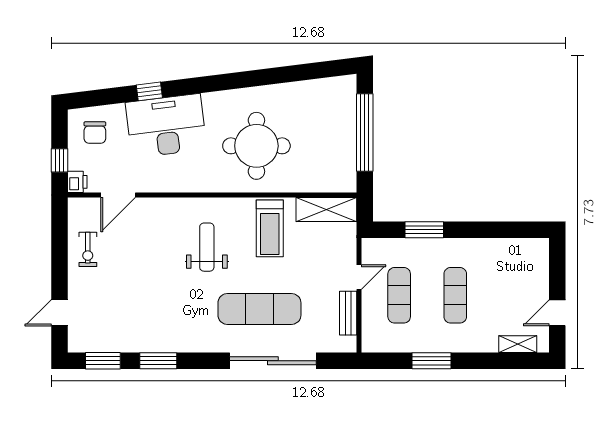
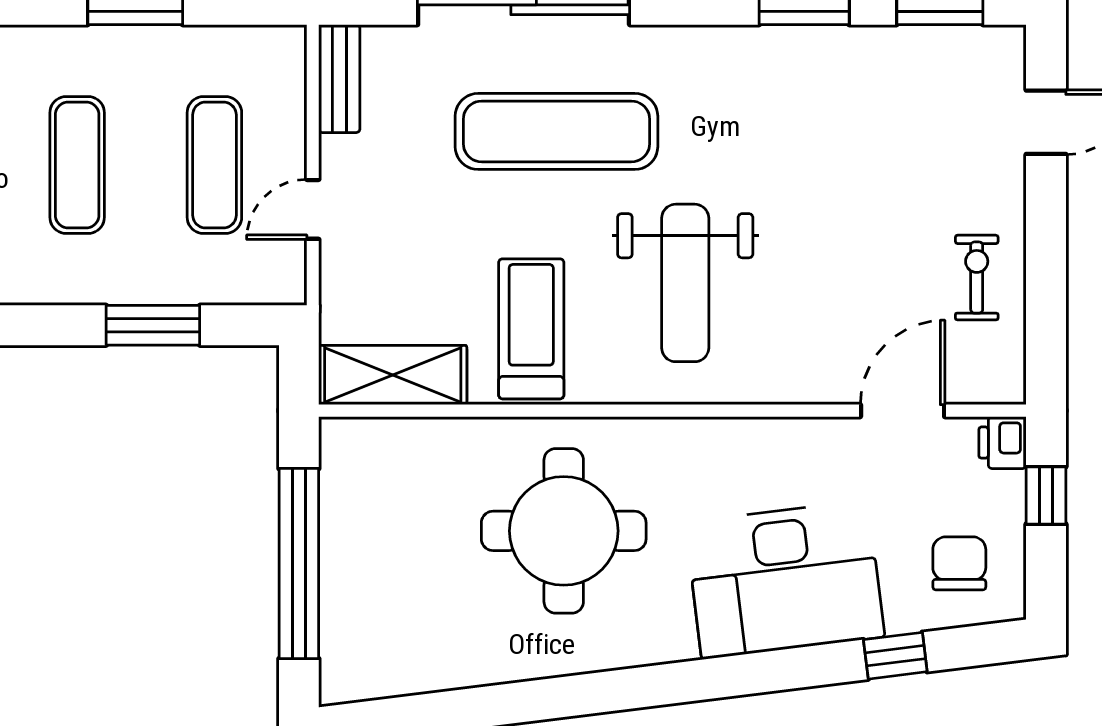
window: (149, 91) -> (895, 656), moved
weight bench: (207, 247) -> (685, 283), width x1.36, depth x1.33
bench: (348, 313) -> (339, 79), moved

